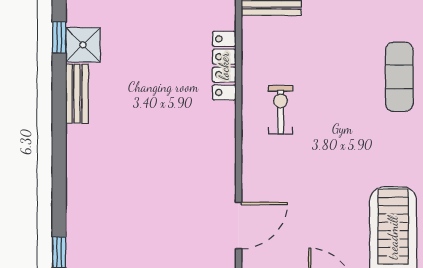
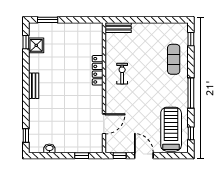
locker: (224, 66) -> (98, 70), moved
bench: (77, 94) -> (34, 86), moved

